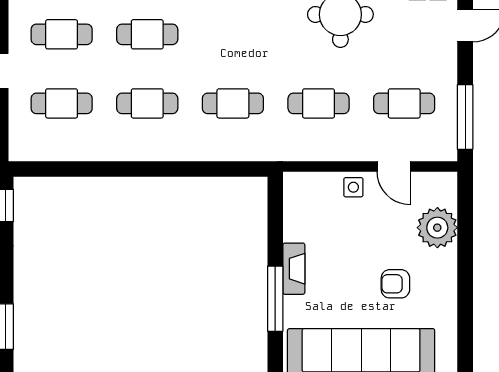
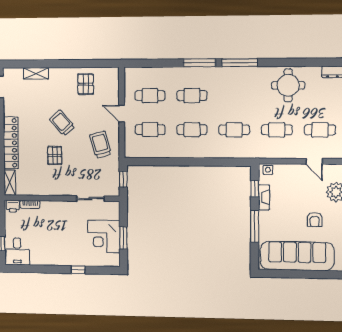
side table: (353, 187) -> (268, 170), moved
window: (275, 223) -> (255, 189), added
fireplace: (294, 269) -> (264, 197), moved
armchair: (395, 284) -> (315, 220), turned -90

